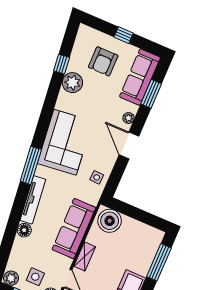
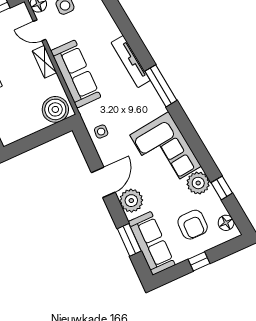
armchair: (103, 61) -> (193, 225), turned 180
plant: (129, 118) -> (131, 201), width x1.88, depth x1.88
corner sofa: (65, 142) -> (165, 151), moved
door: (129, 145) -> (103, 182), hinge flipped
floor lamp: (24, 230) -> (226, 223), moved

